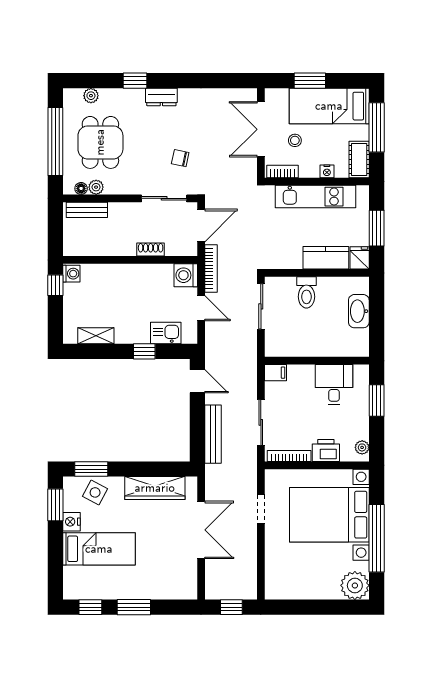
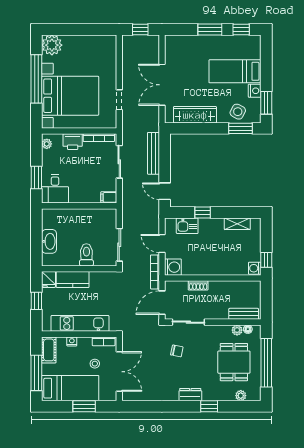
window: (377, 228) -> (36, 301), width x0.67
desk: (334, 385) -> (55, 189), moved

